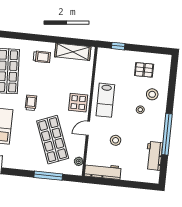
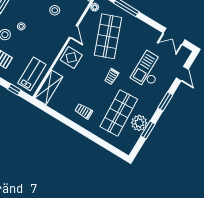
shelving: (73, 52) -> (49, 87), moved, turned 90
lab bench: (105, 100) -> (32, 74), moved
door: (88, 128) -> (73, 32), hinge flipped

